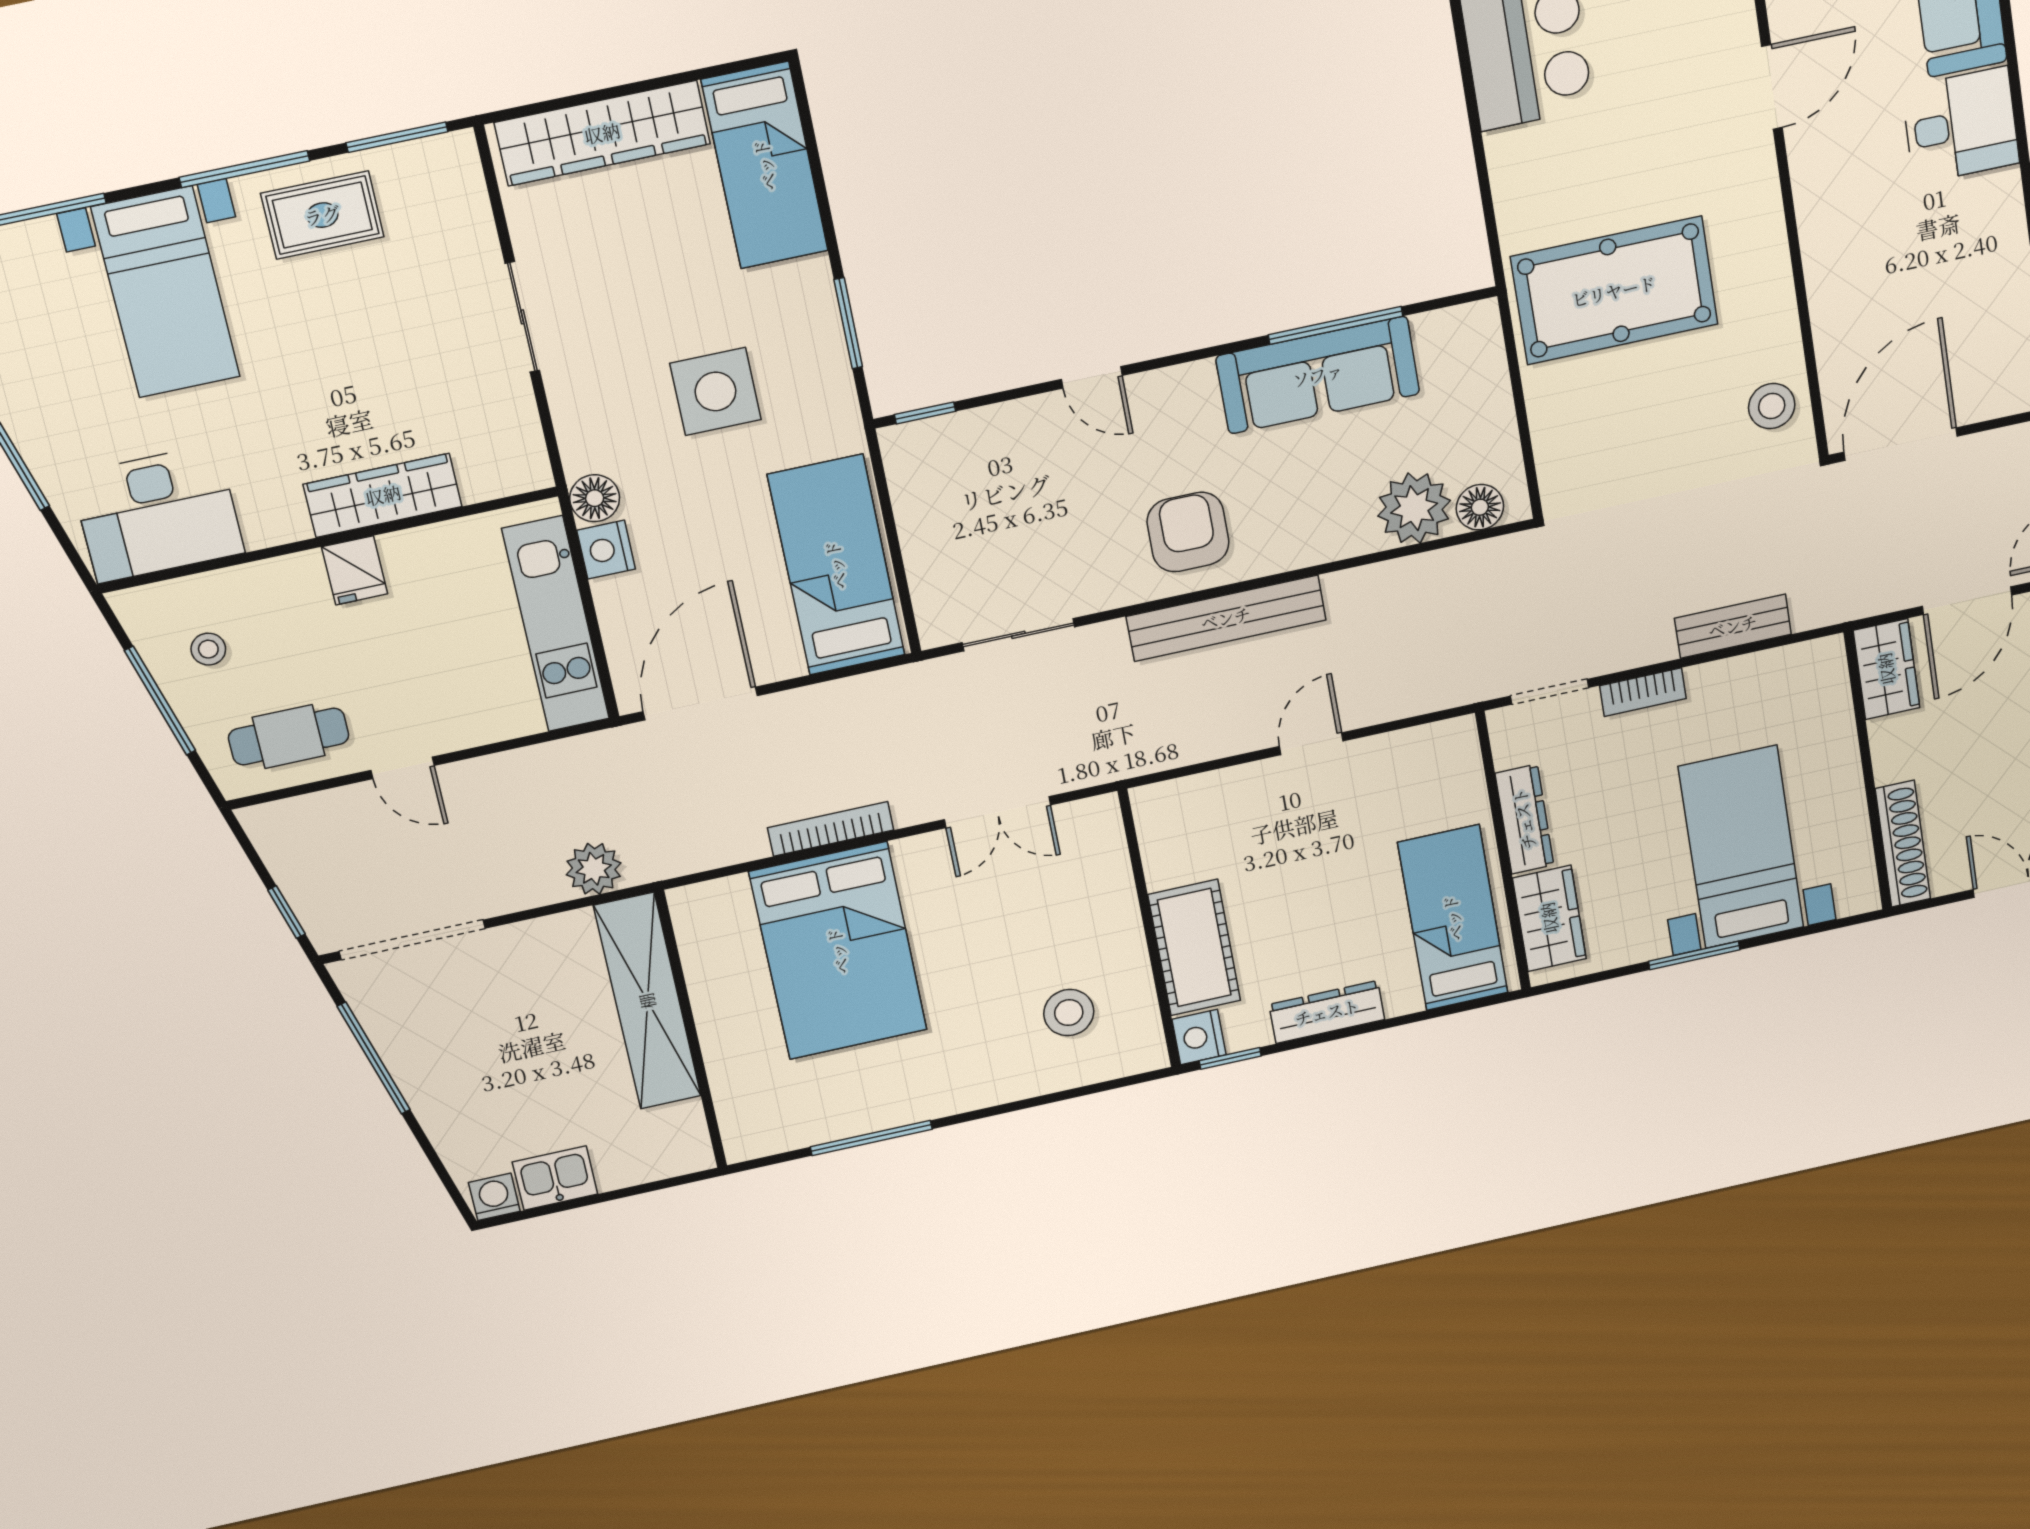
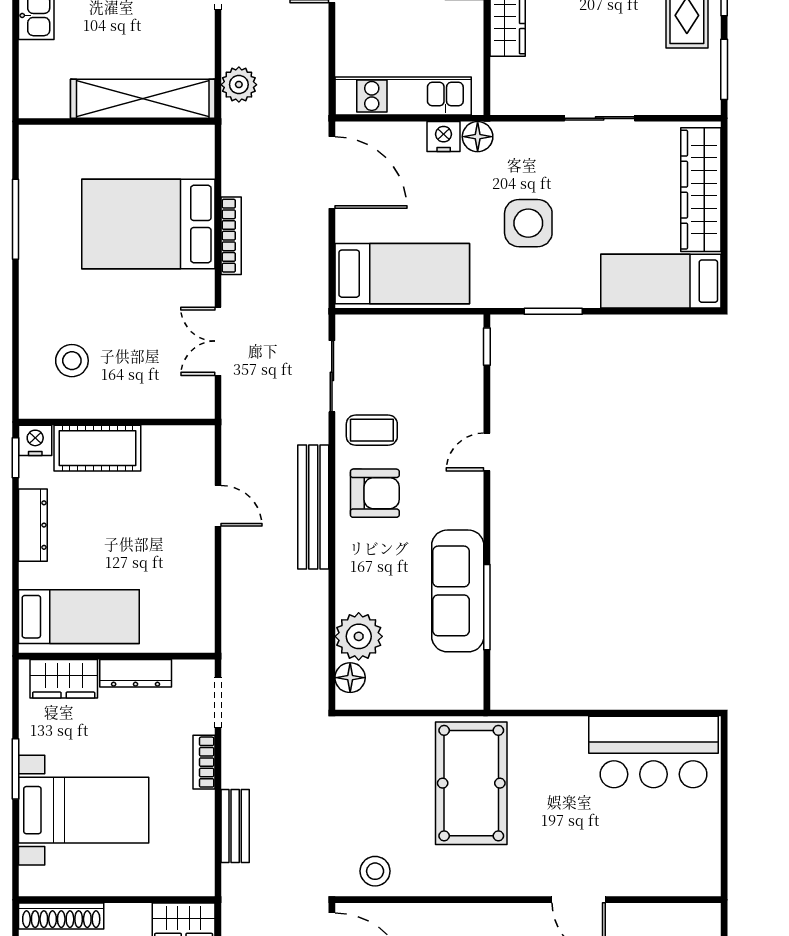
coffee table: (1091, 558) -> (372, 430), added
door: (1311, 744) -> (218, 506), moved

